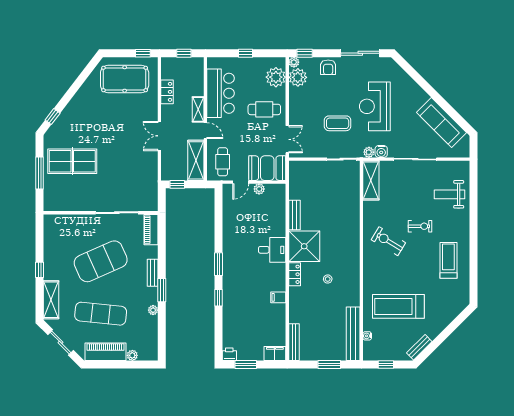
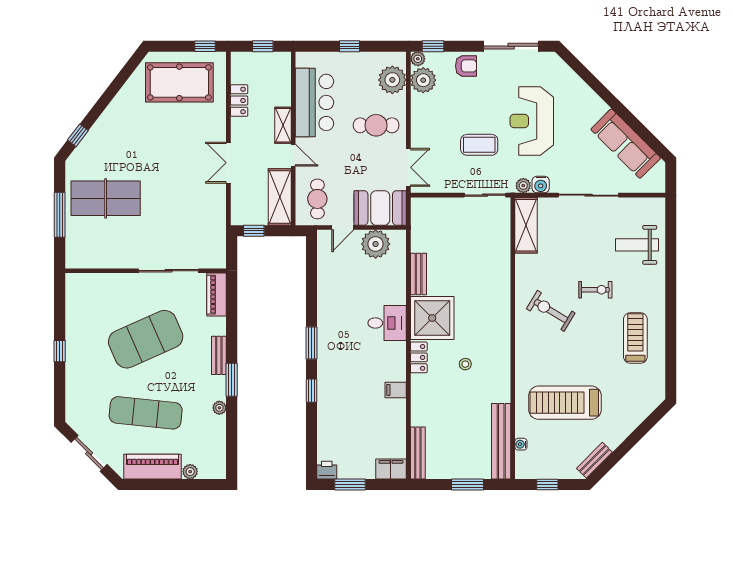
armchair: (328, 67) -> (466, 66), turned -90
plant: (259, 189) -> (376, 244), width x1.88, depth x1.88
shelving: (51, 300) -> (76, 393), removed

